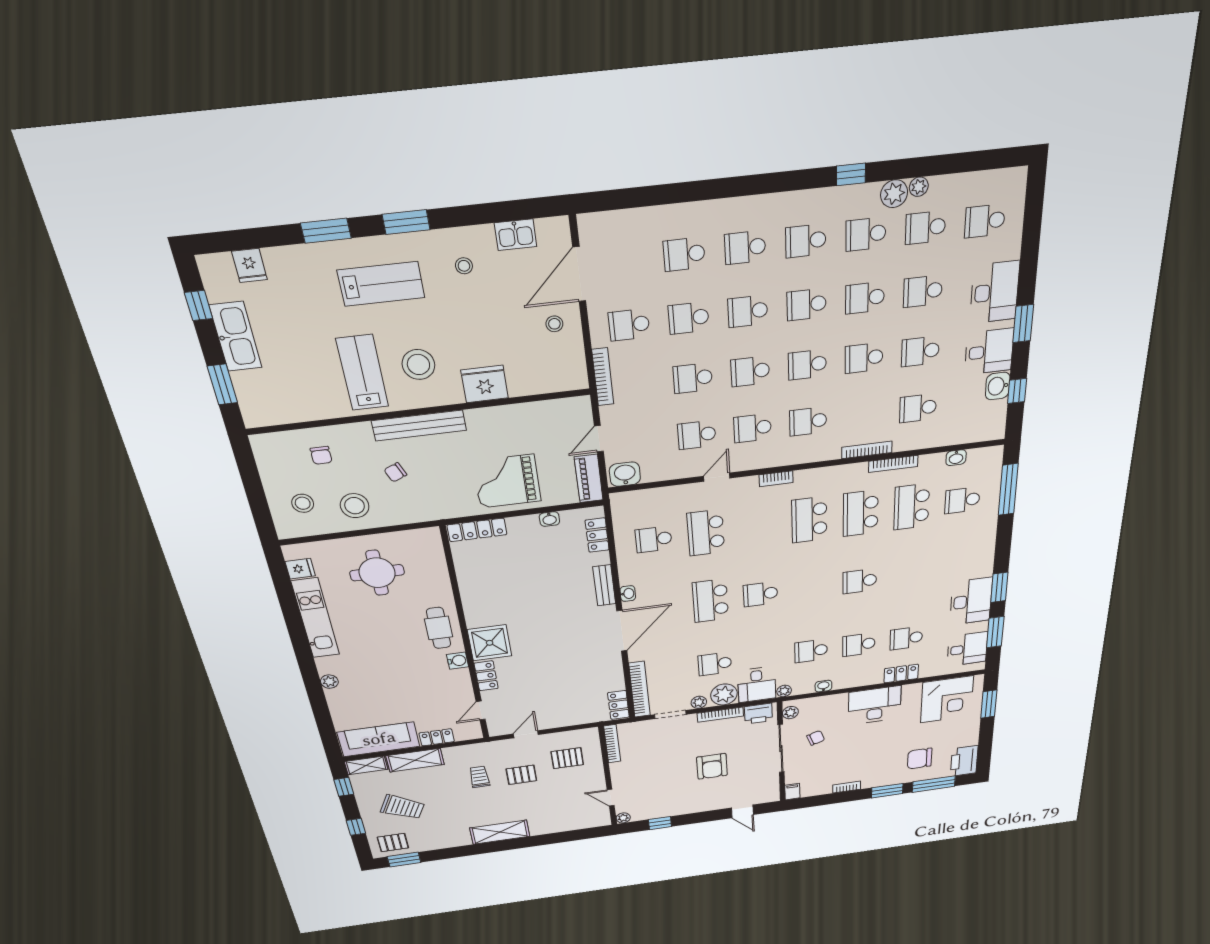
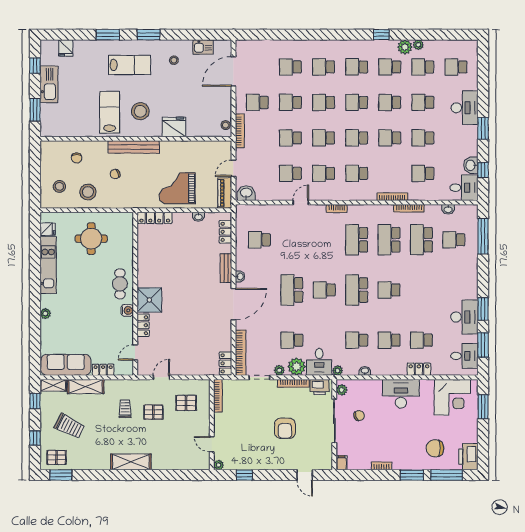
stool: (554, 324) -> (226, 125), moved
desk: (989, 352) -> (464, 188), moved
school desk: (706, 533) -> (357, 290), moved

